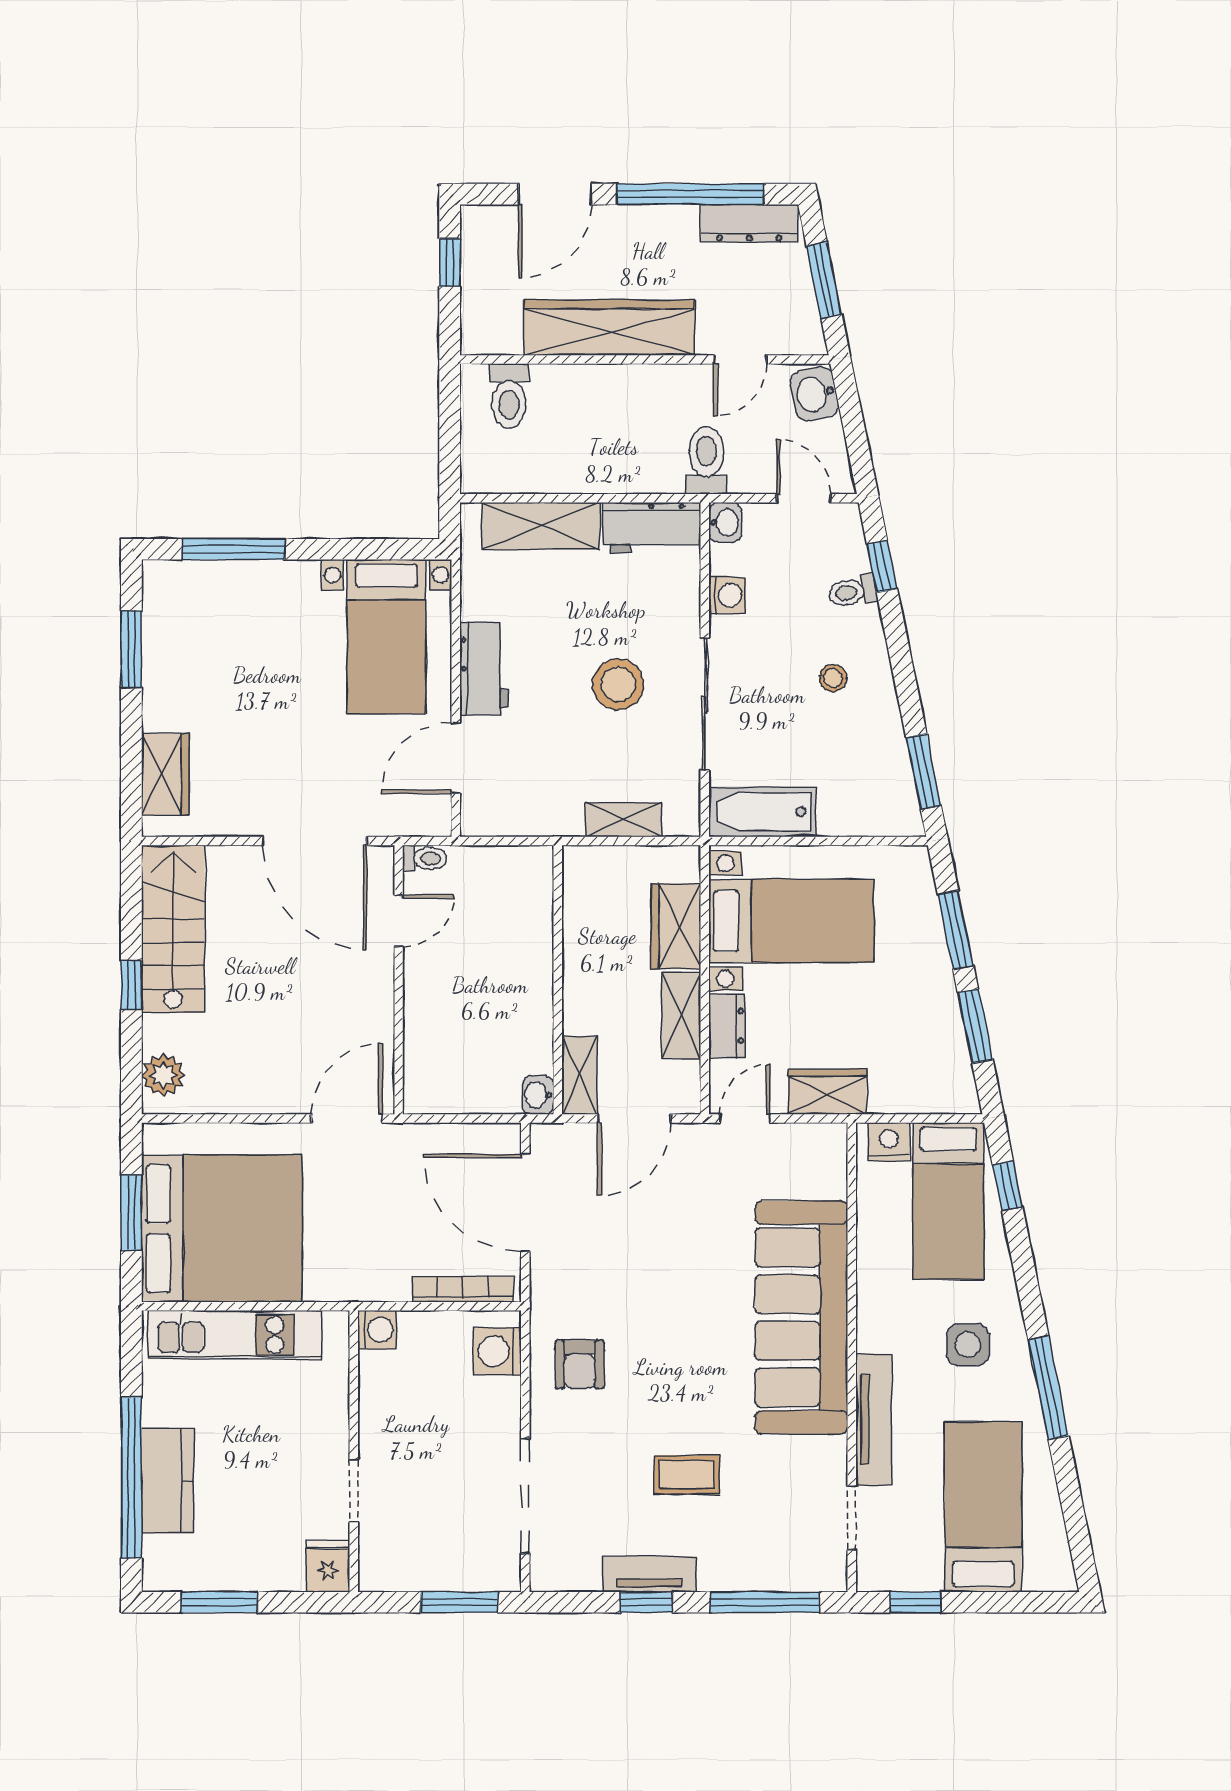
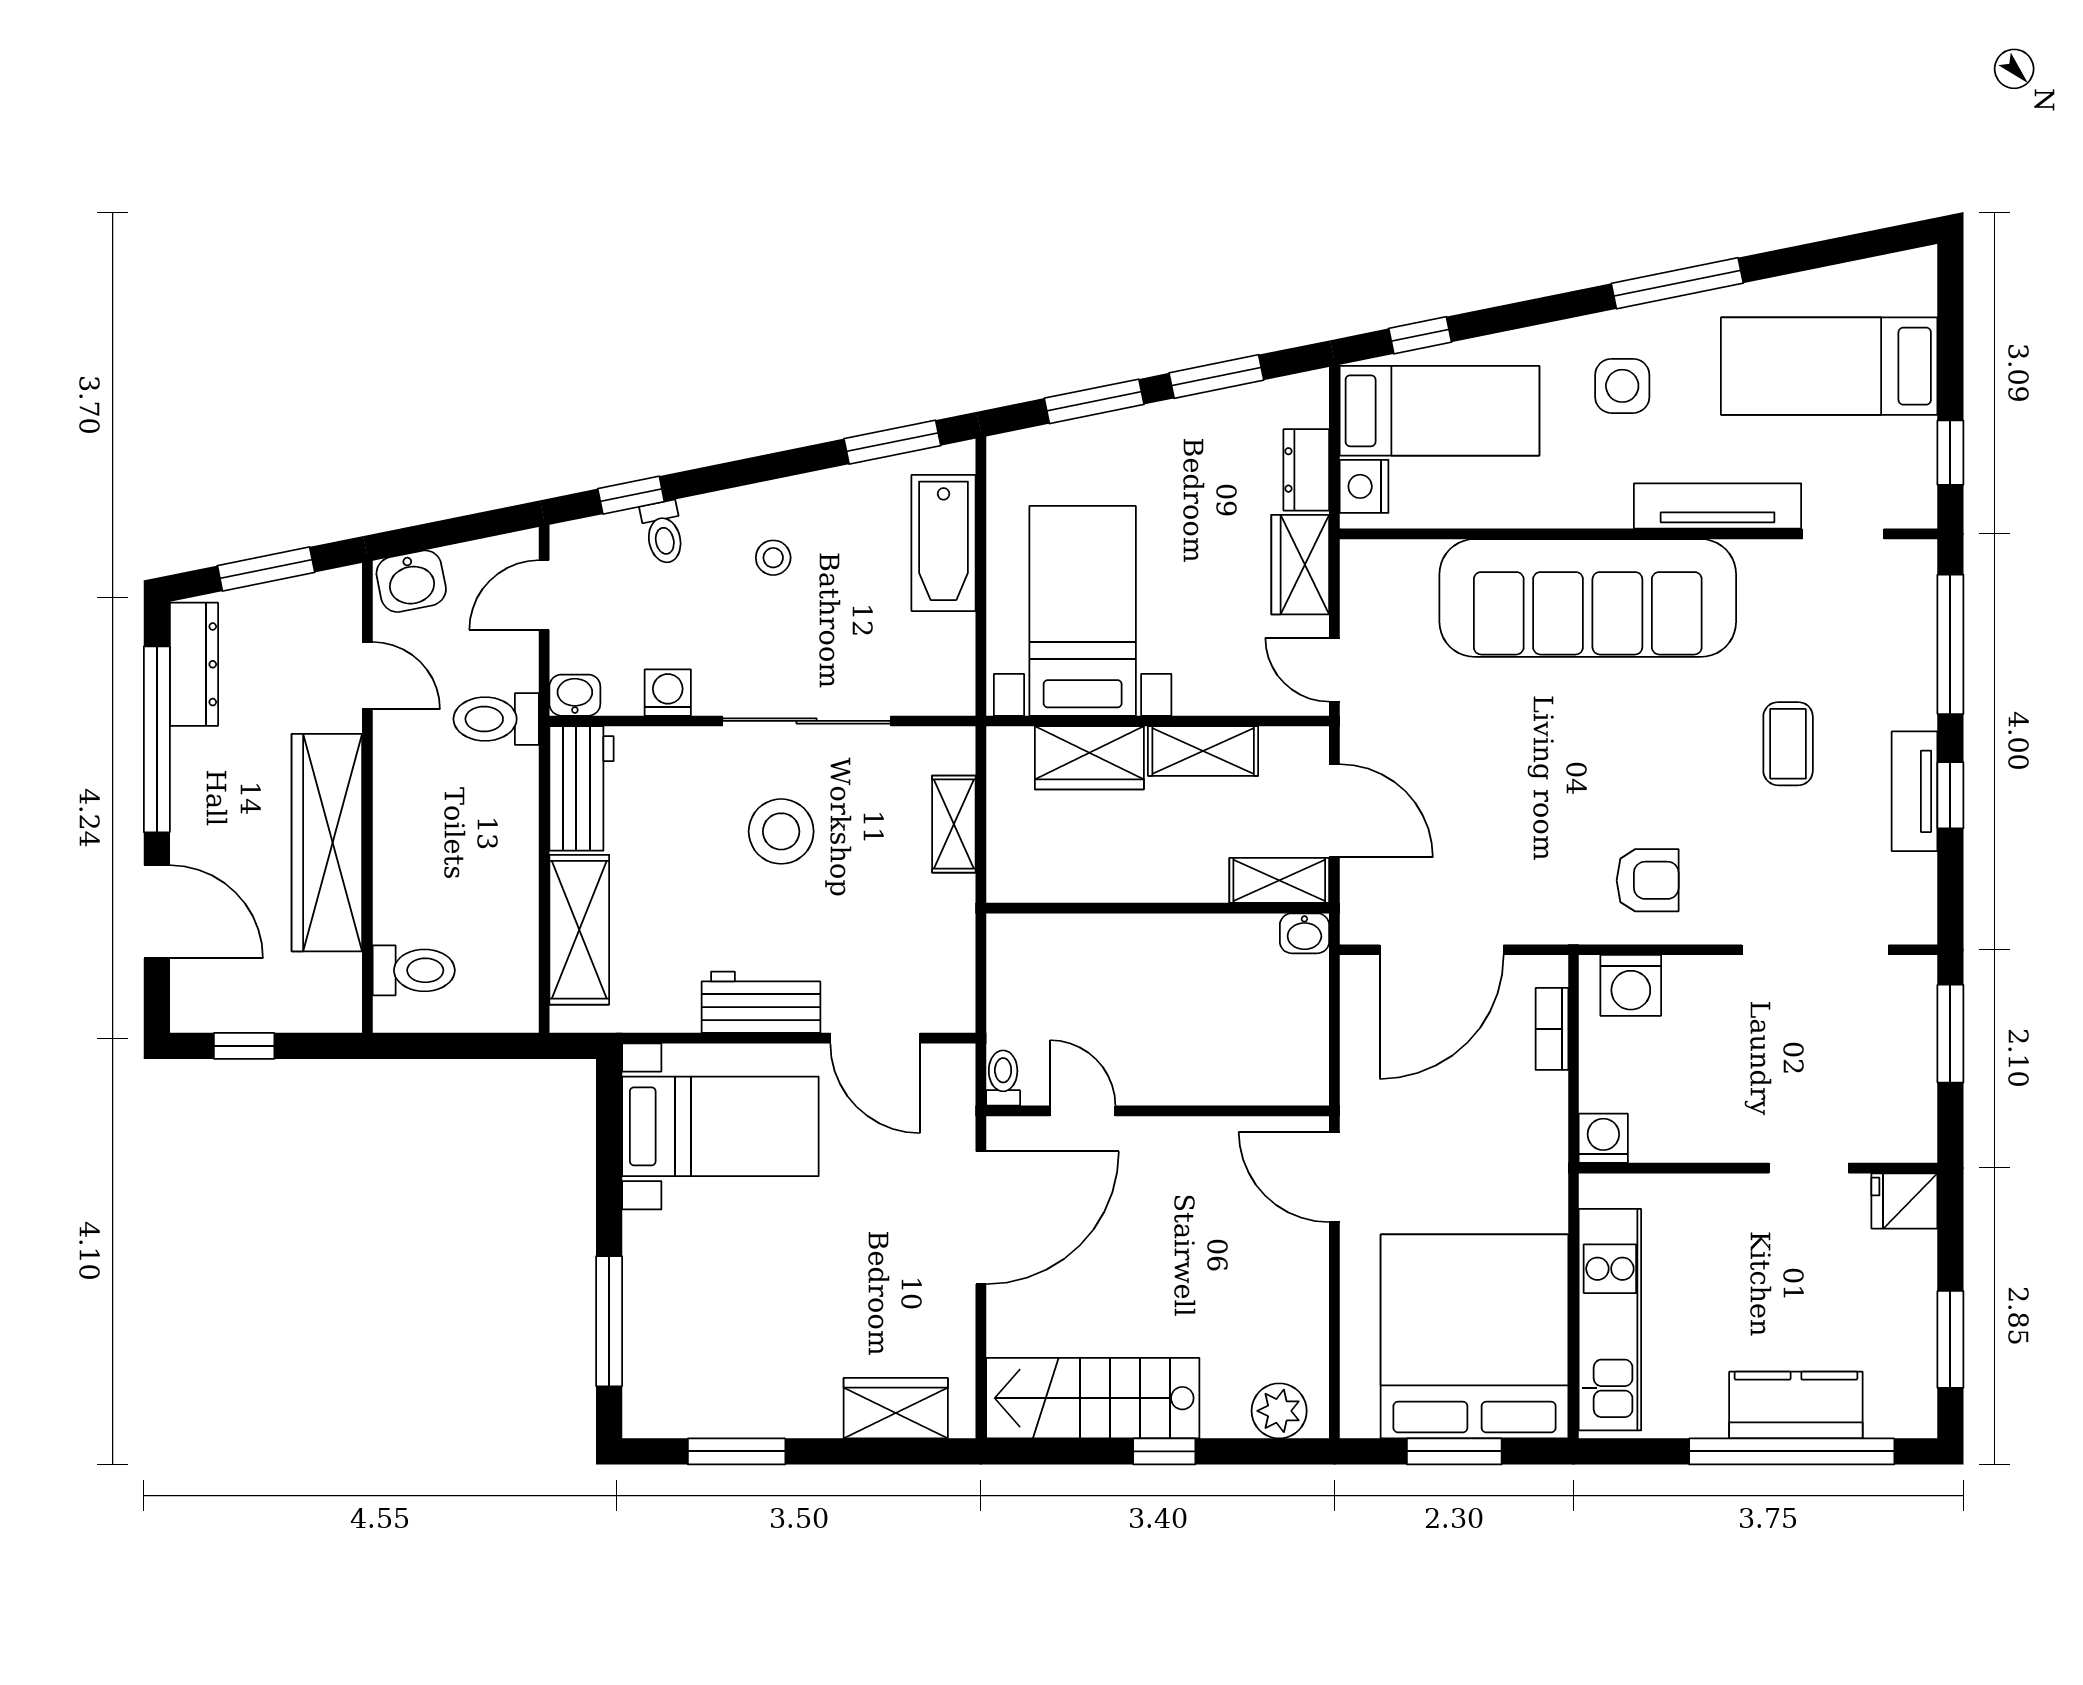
bathtub: (762, 812) -> (944, 543), moved
dresser: (727, 1026) -> (1306, 470), moved, turned -90
bookcase: (463, 1289) -> (1552, 1029), width x0.64

